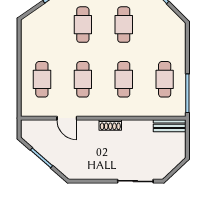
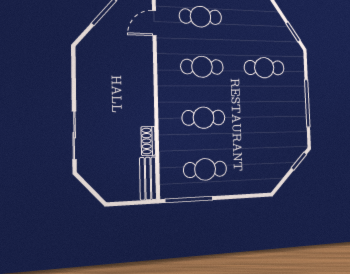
cafe table: (124, 25) -> (266, 117), removed
door: (67, 118) -> (154, 23), moved
shoe rack: (110, 125) -> (148, 141), moved

